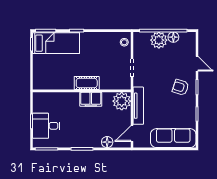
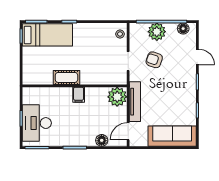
floor lamp: (173, 37) -> (183, 29), moved
cot: (87, 83) -> (66, 77), moved
armchair: (181, 87) -> (154, 60), moved
filing cabinet: (91, 99) -> (79, 95), width x0.50
desk: (46, 126) -> (37, 123), width x1.37

